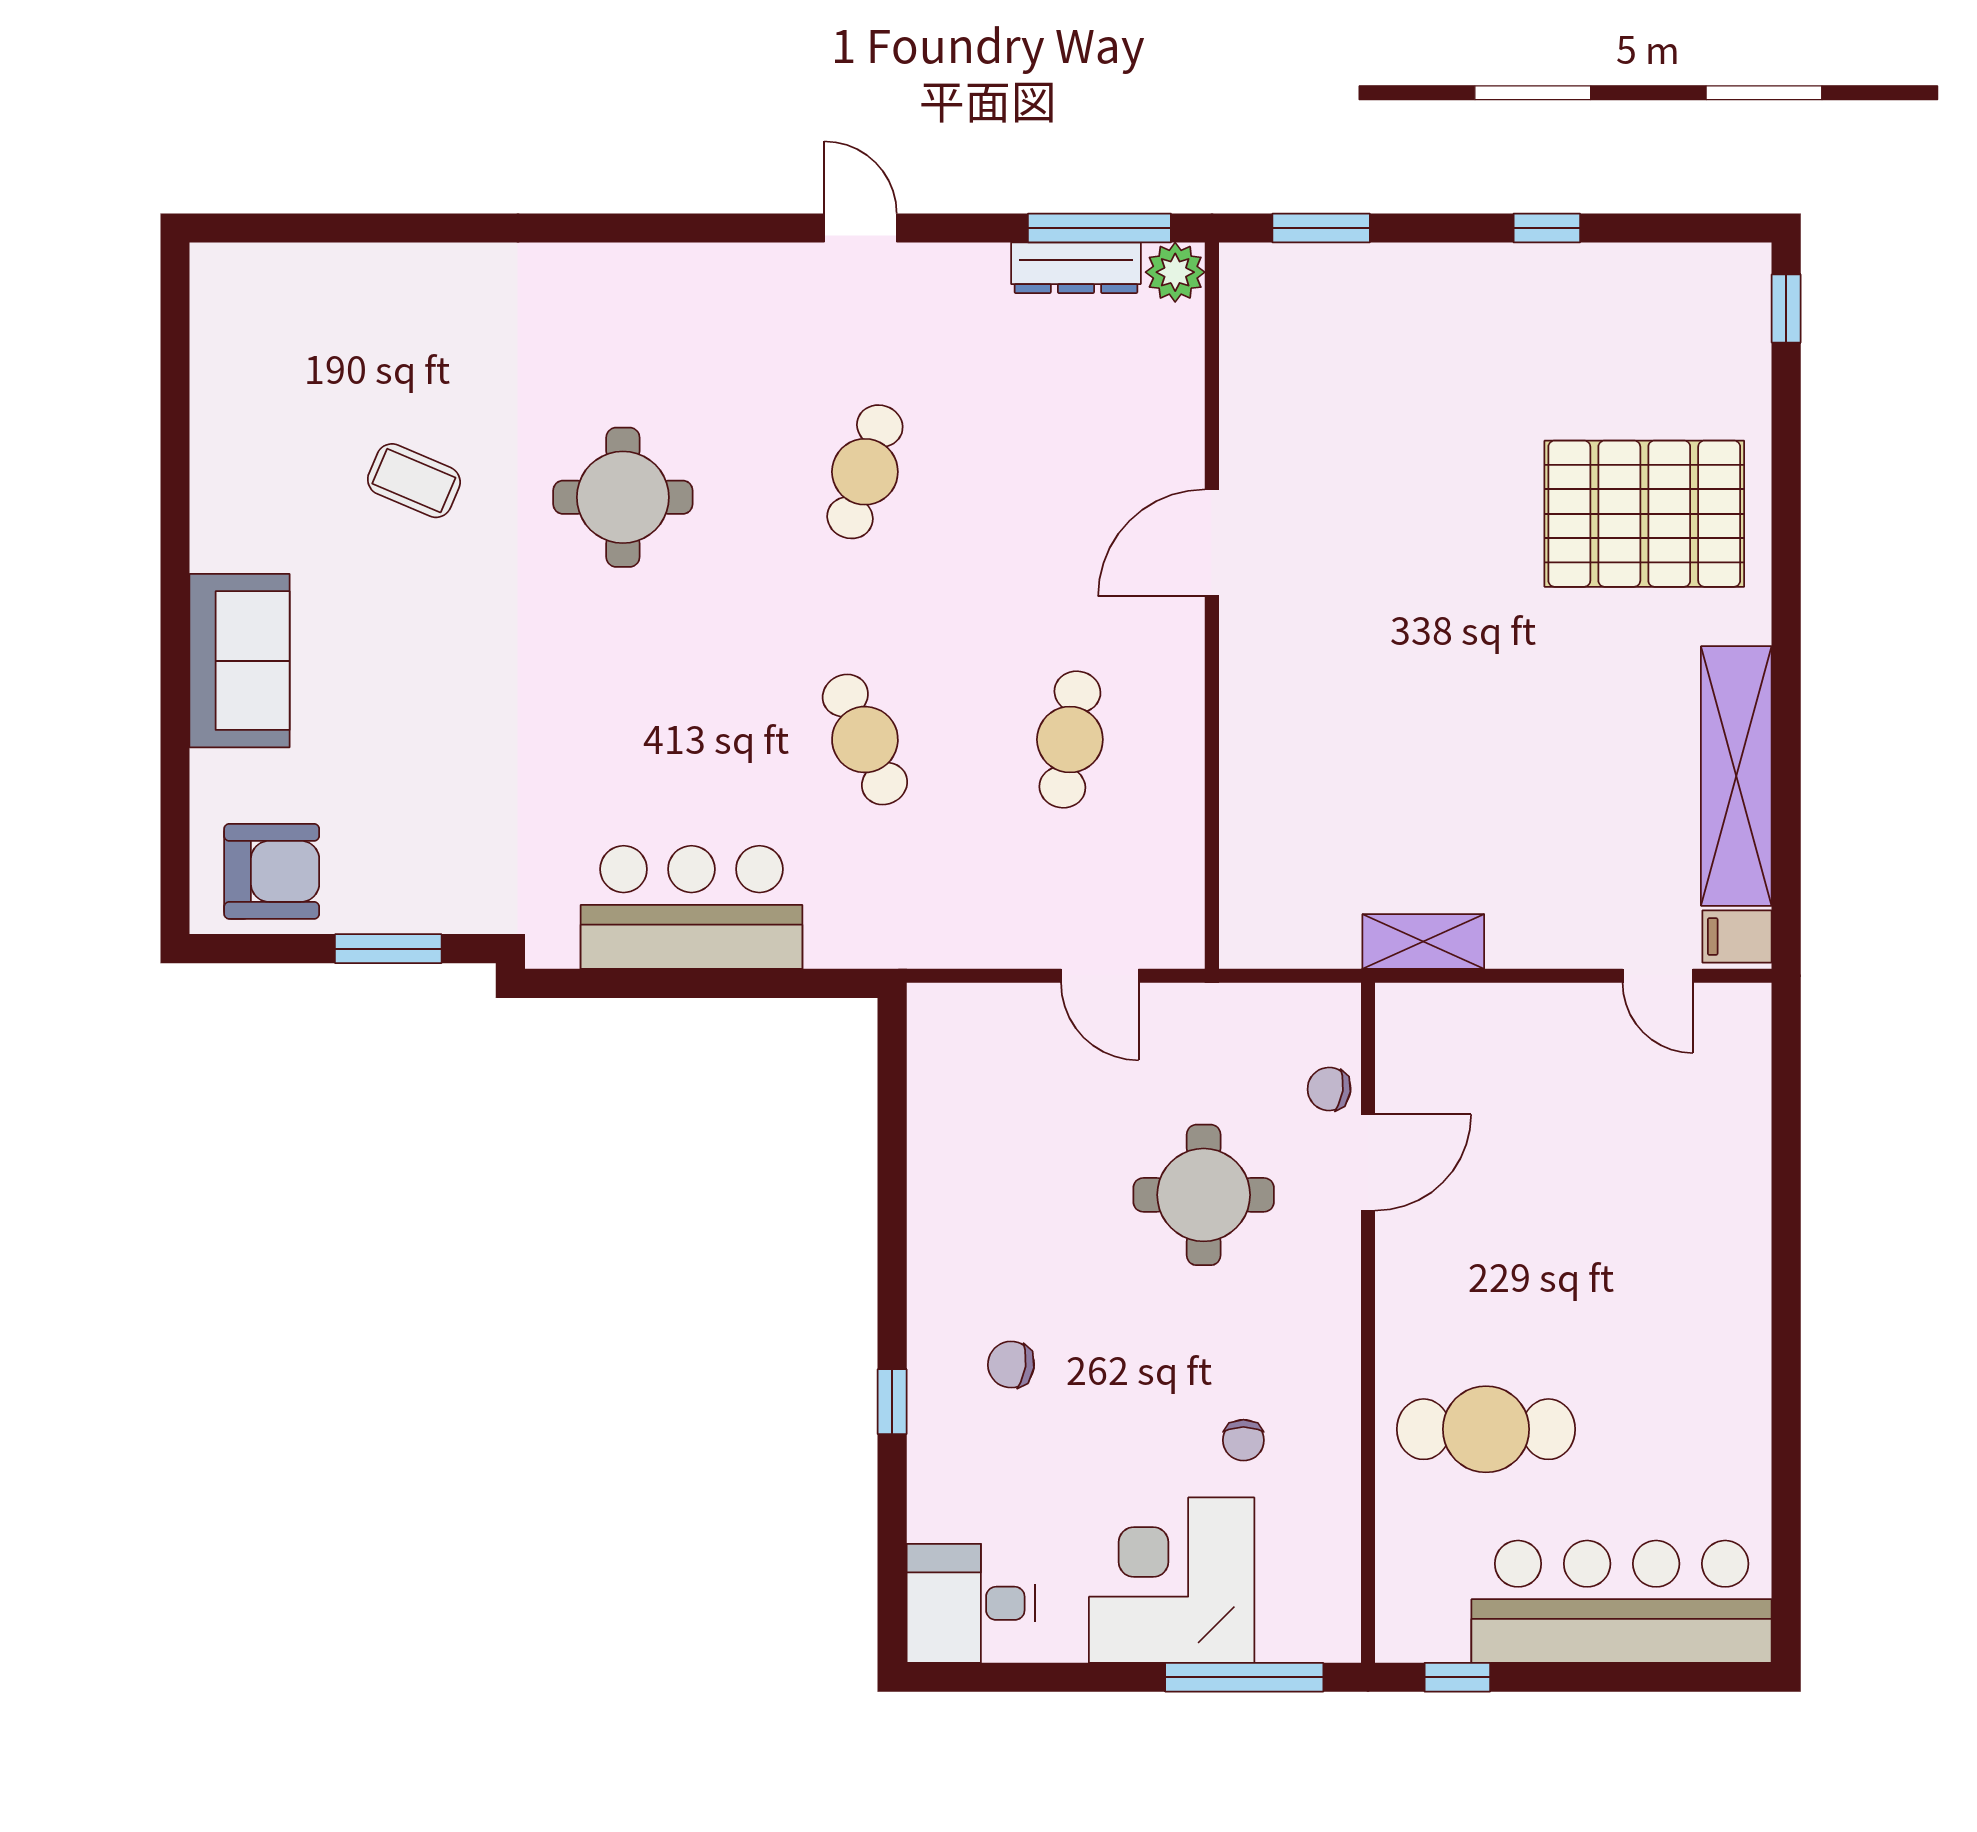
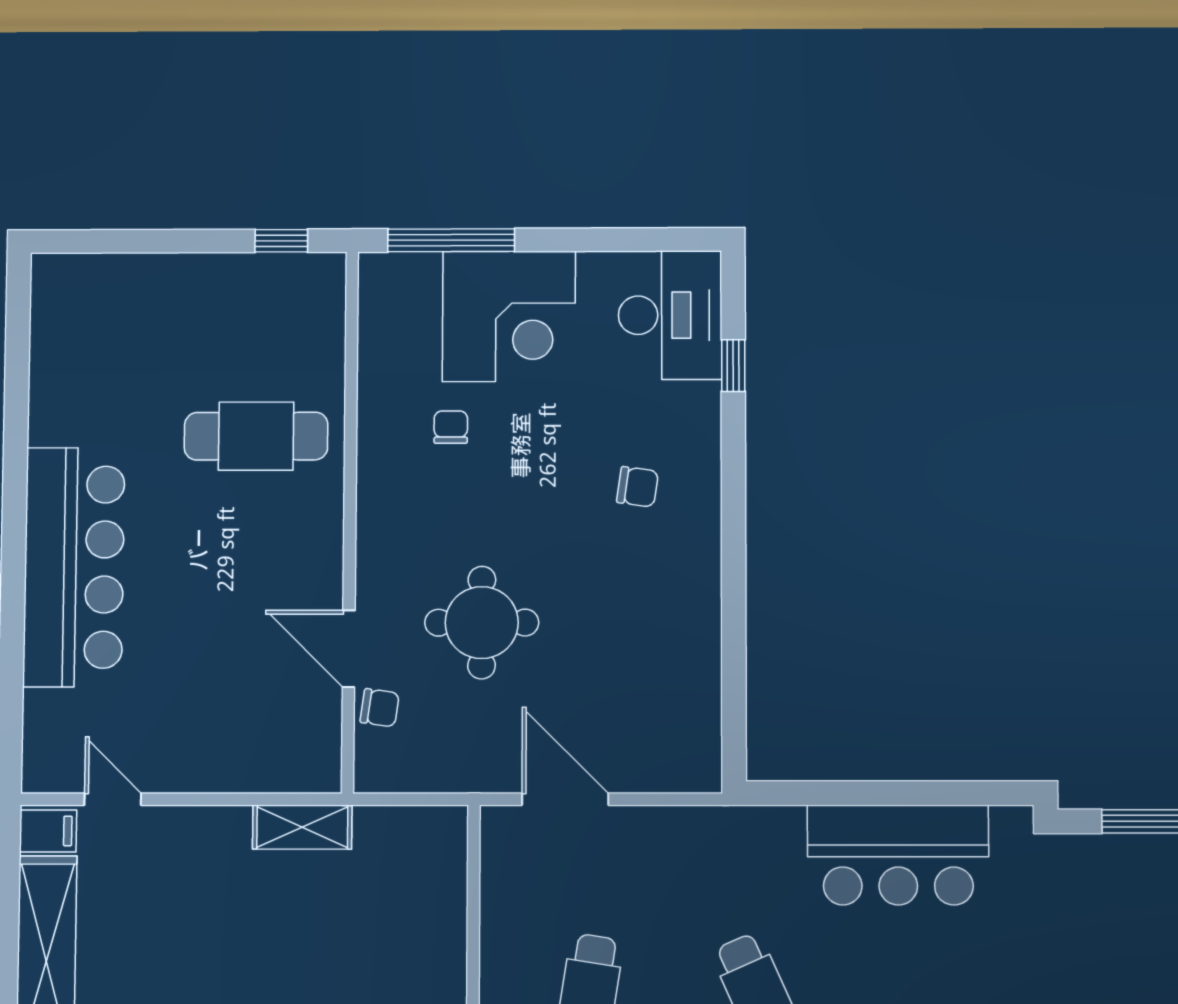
door: (1100, 976) -> (565, 799), width x1.38
door: (1368, 1163) -> (349, 649), hinge flipped
window: (892, 1402) -> (733, 366), moved
bar counter: (1622, 1602) -> (74, 567), moved, turned -90
desk: (971, 1603) -> (670, 315), width x1.37

